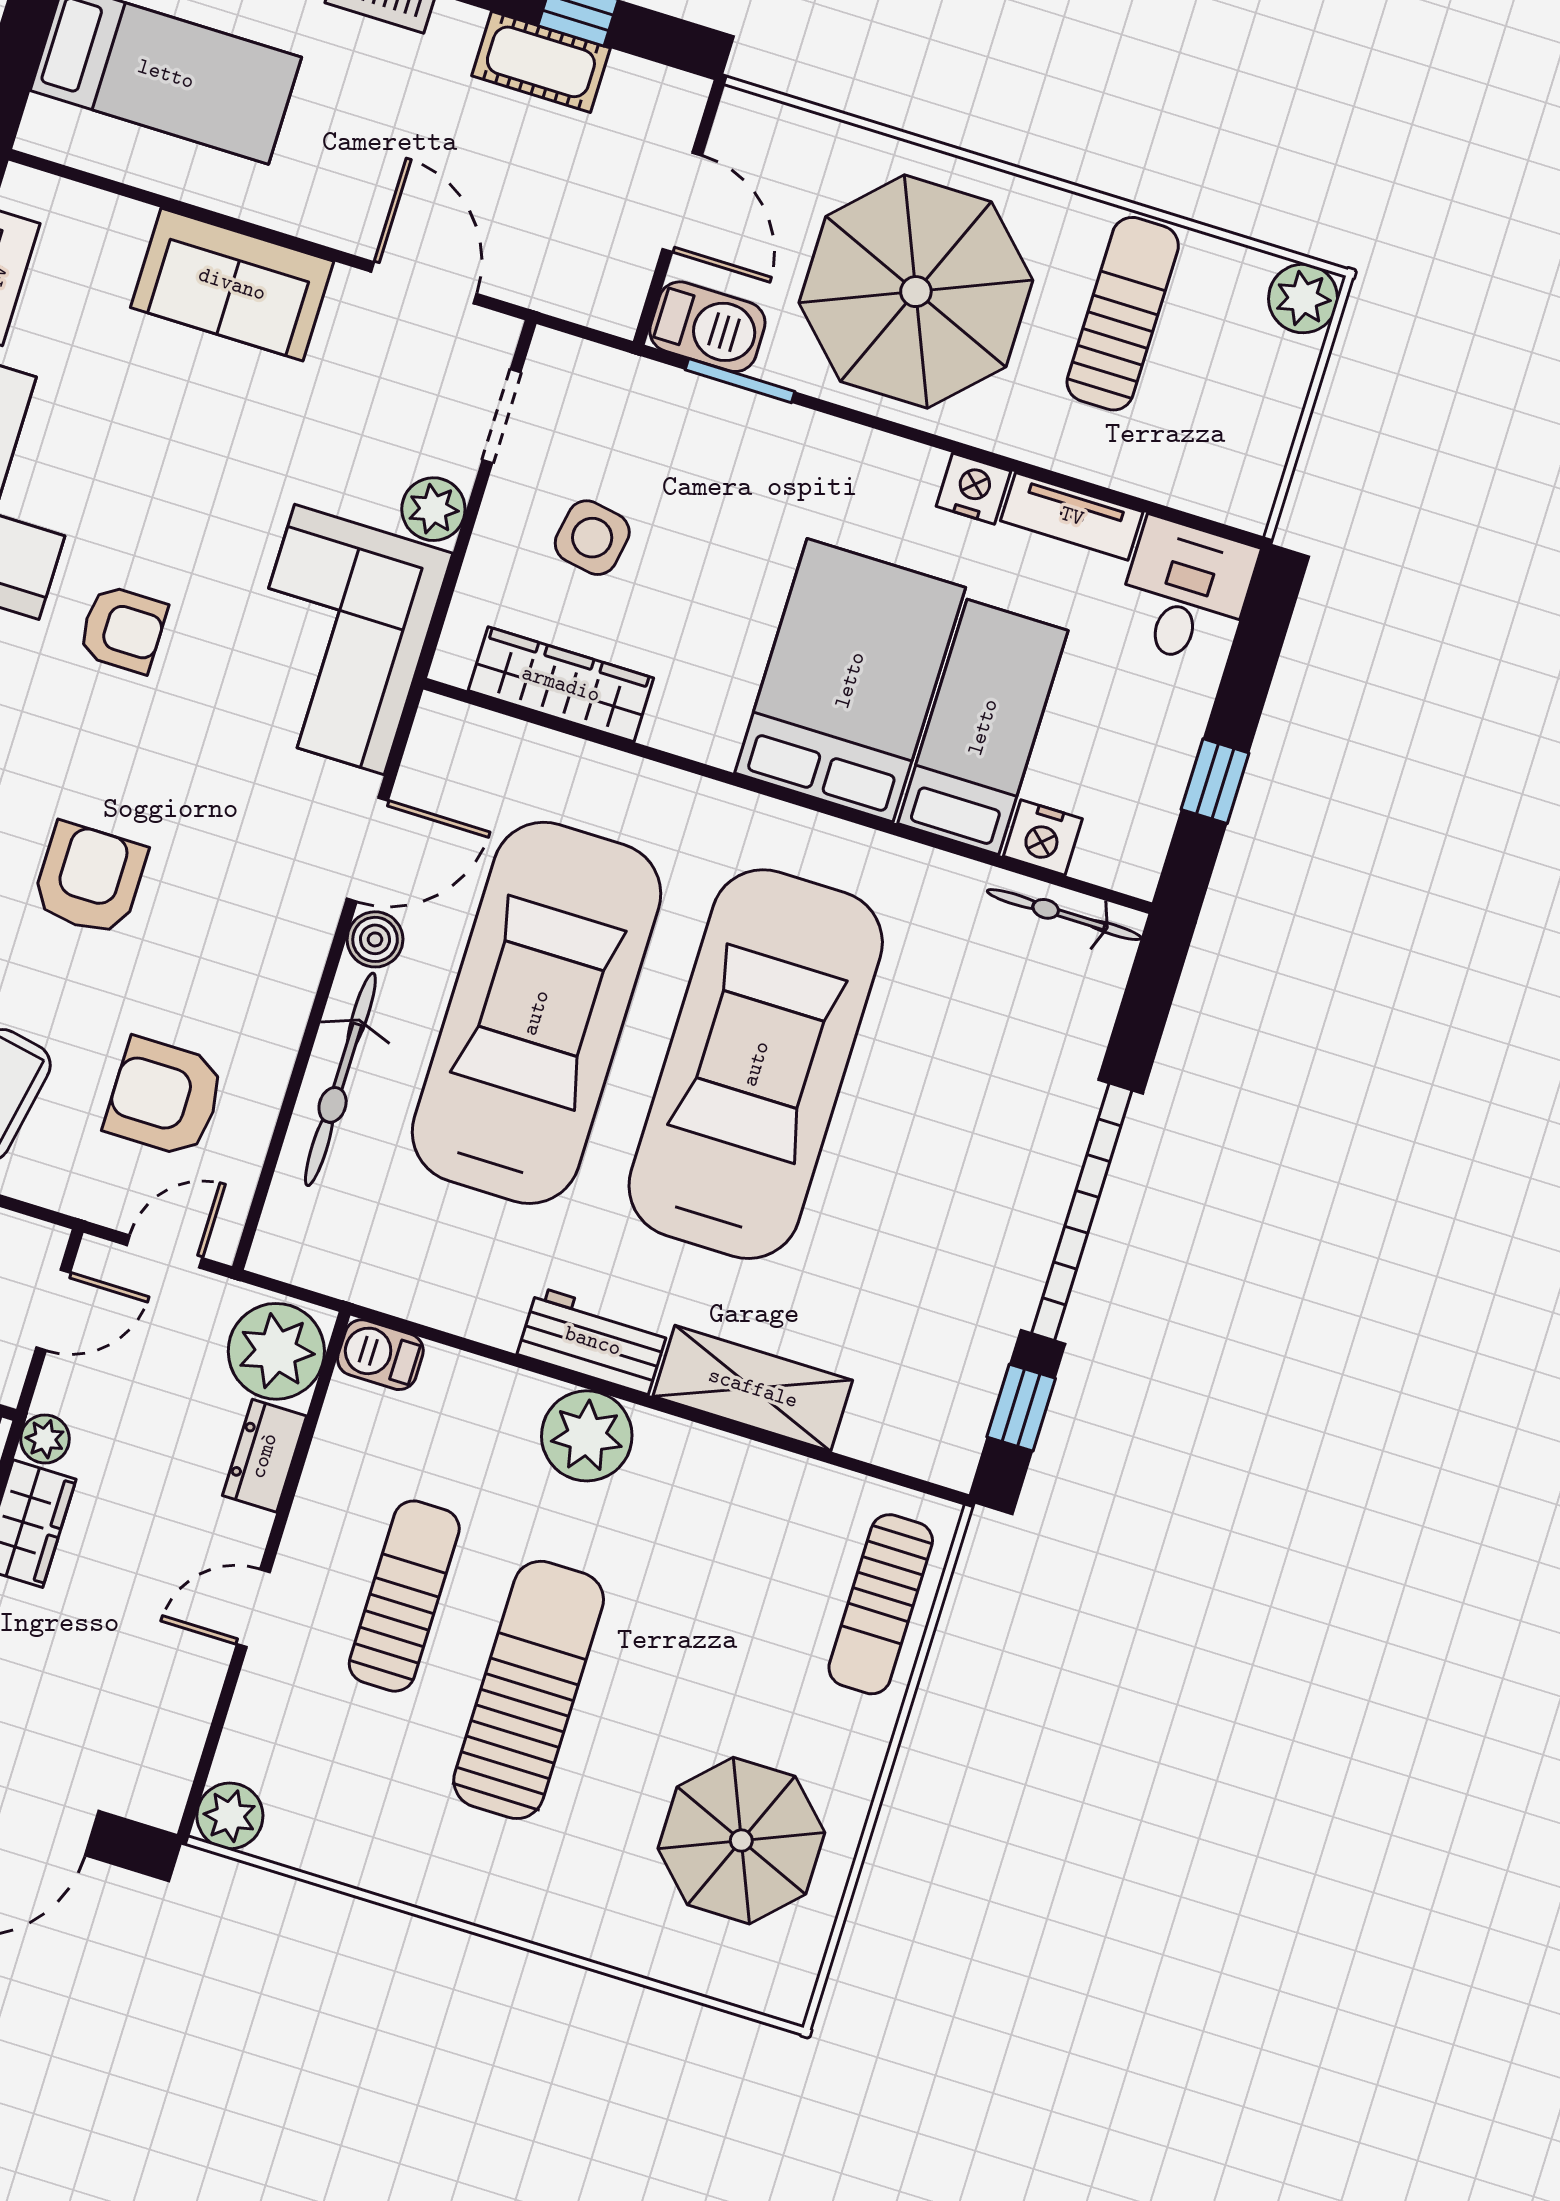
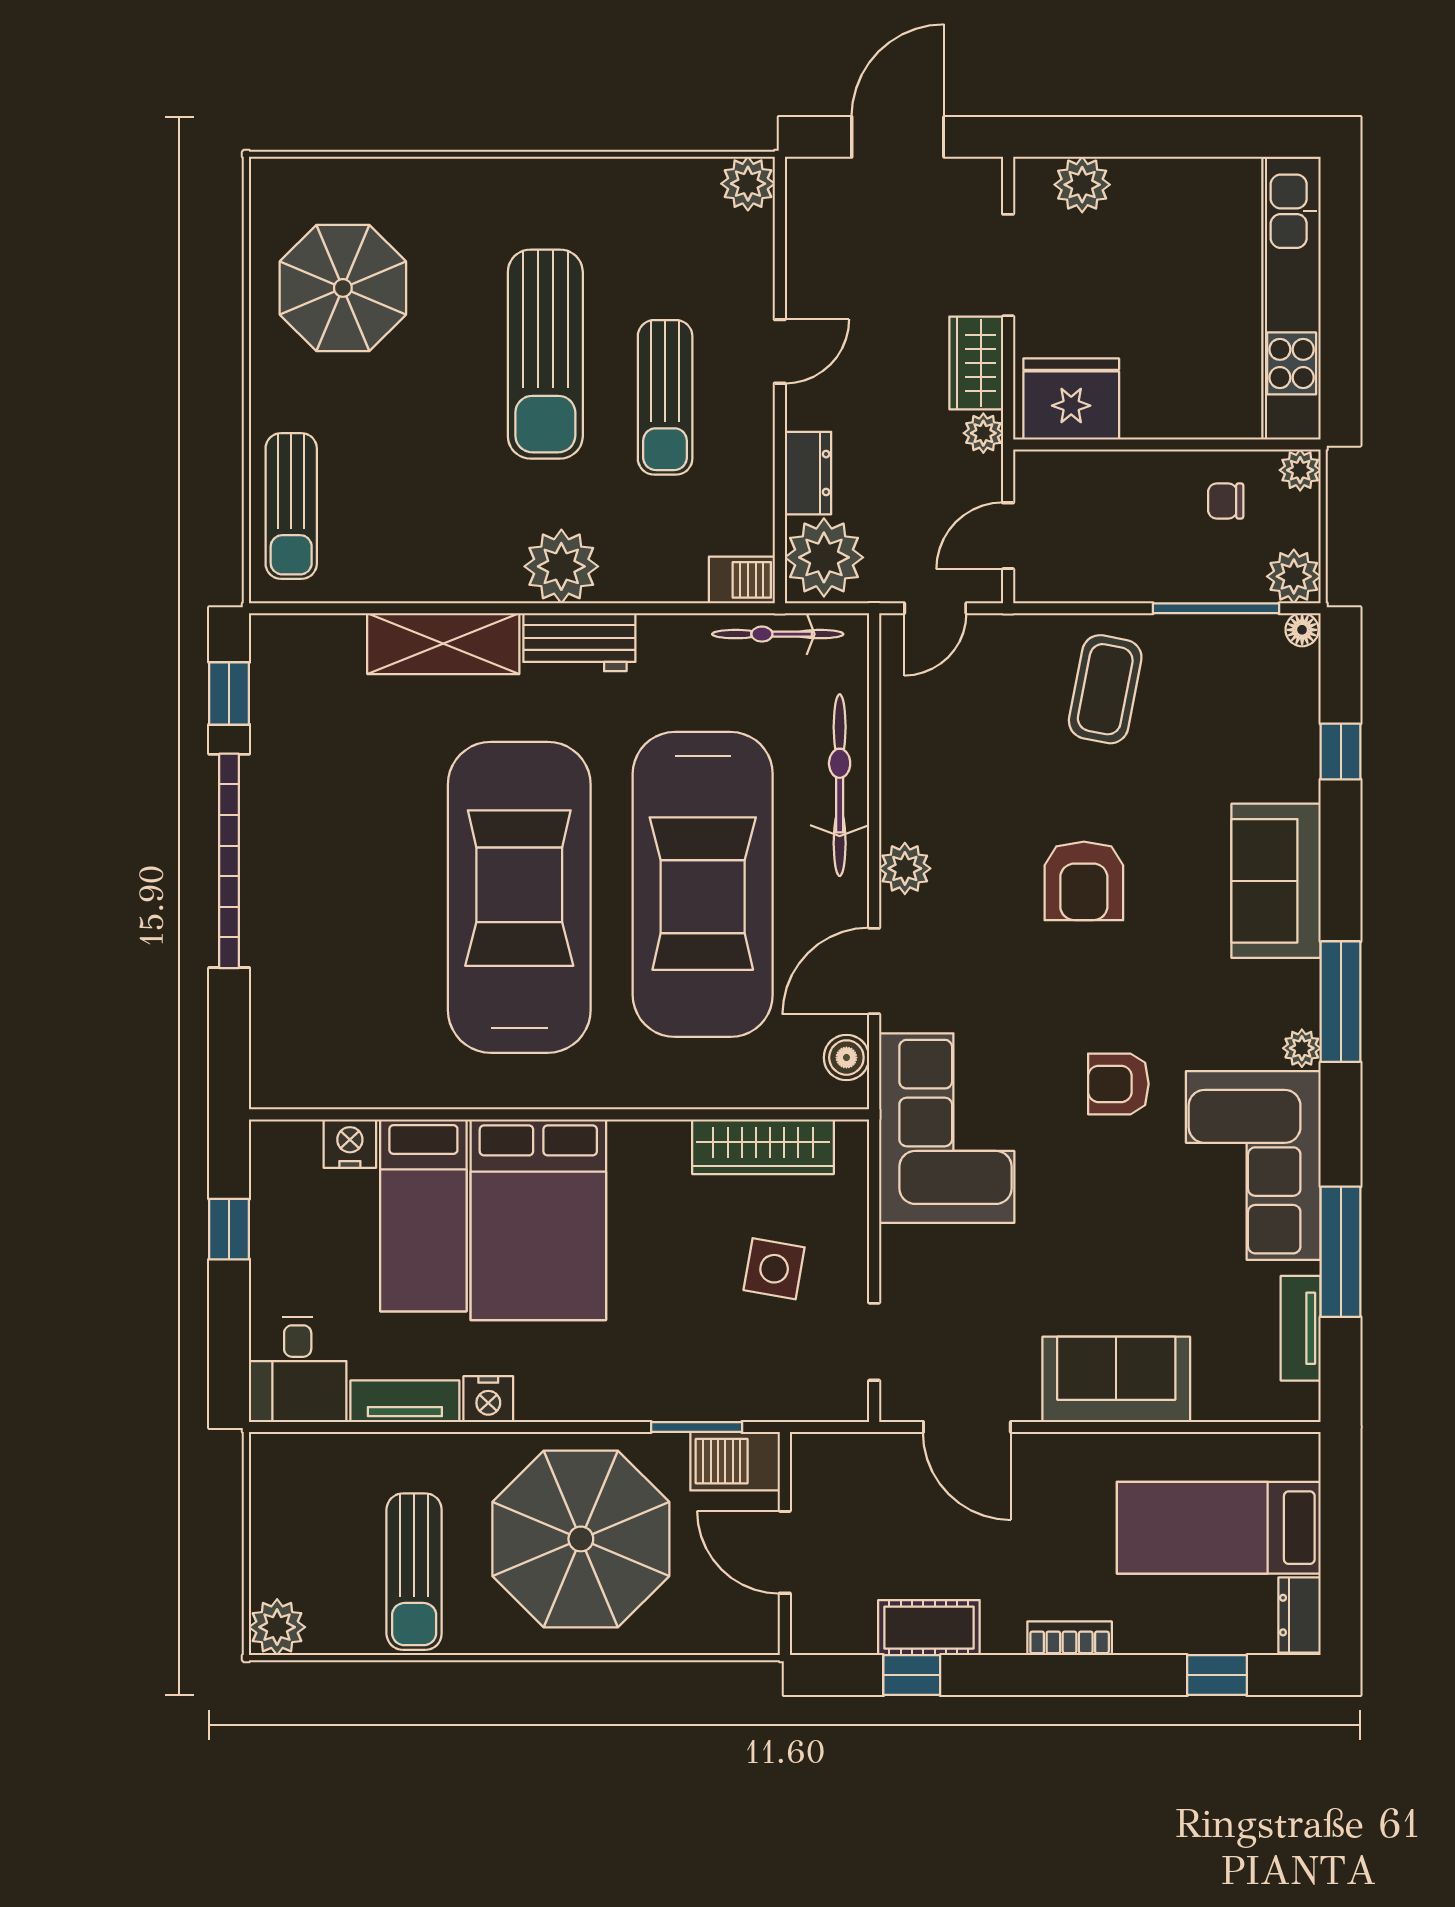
plant: (433, 509) -> (905, 868), moved
bicycle: (1064, 915) -> (778, 634), moved, turned 180
boiler: (375, 939) -> (846, 1058), moved
car: (756, 1064) -> (519, 897), turned 180
armchair: (165, 1097) -> (973, 729), removed
sun lounger: (881, 1604) -> (291, 506), turned 180

